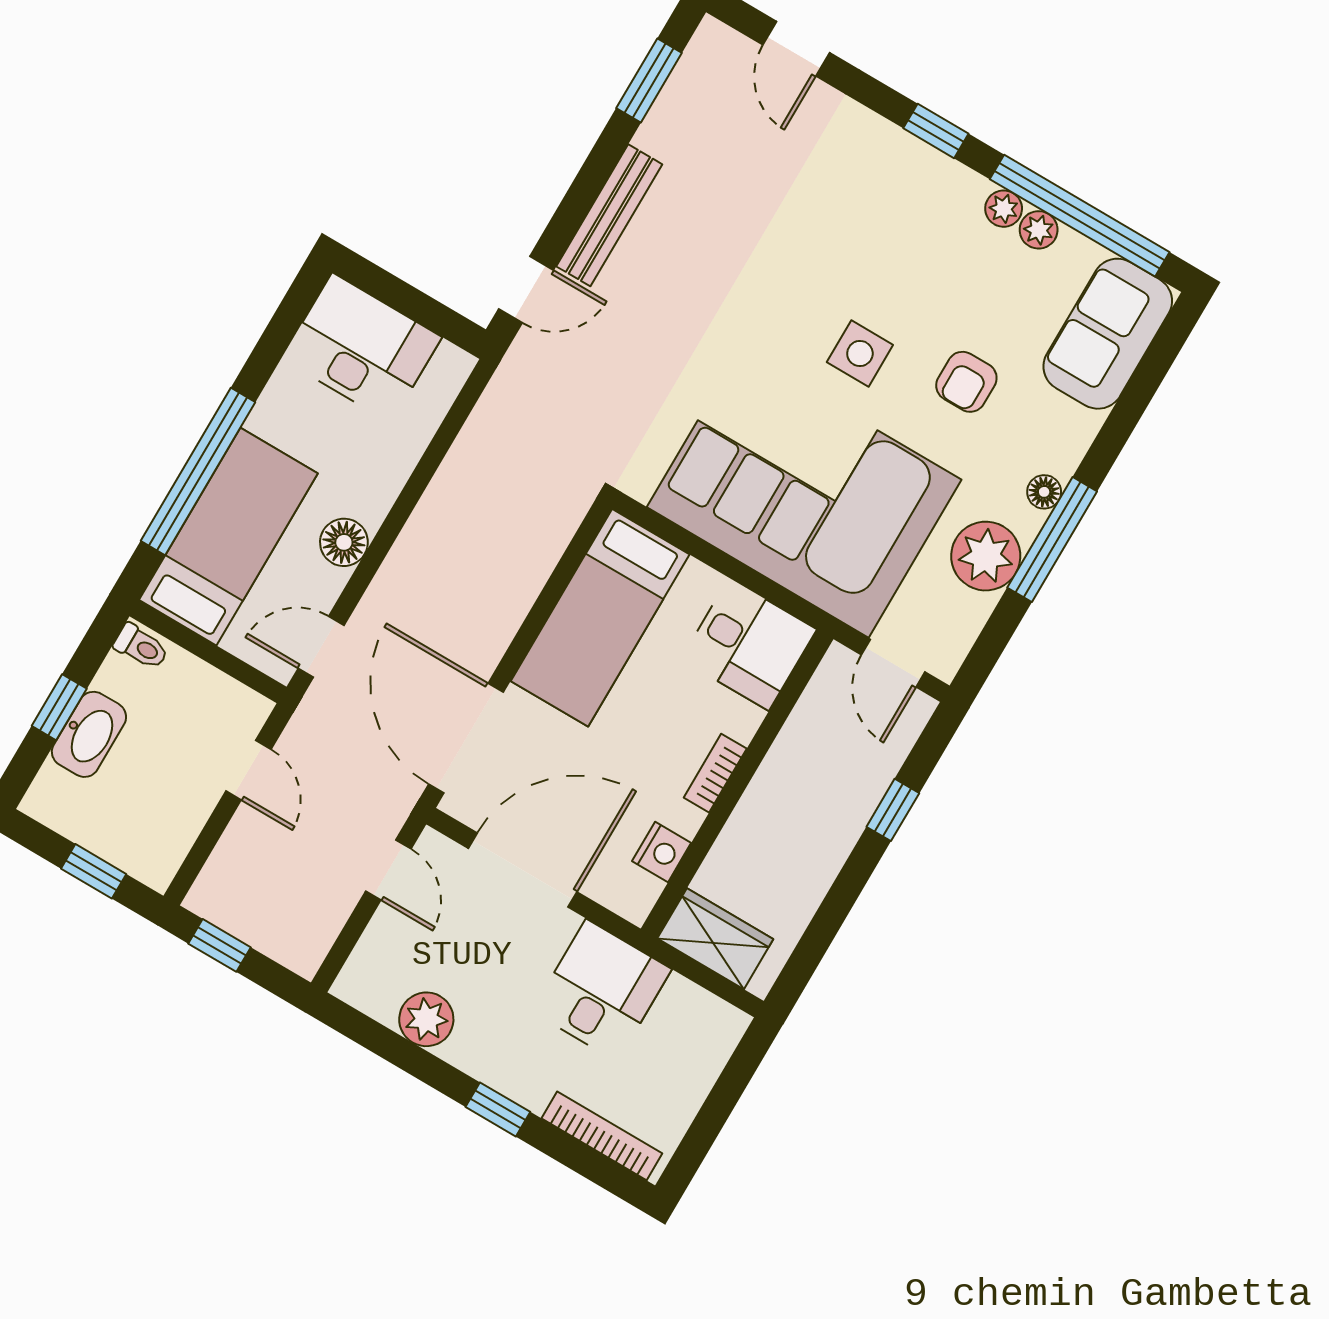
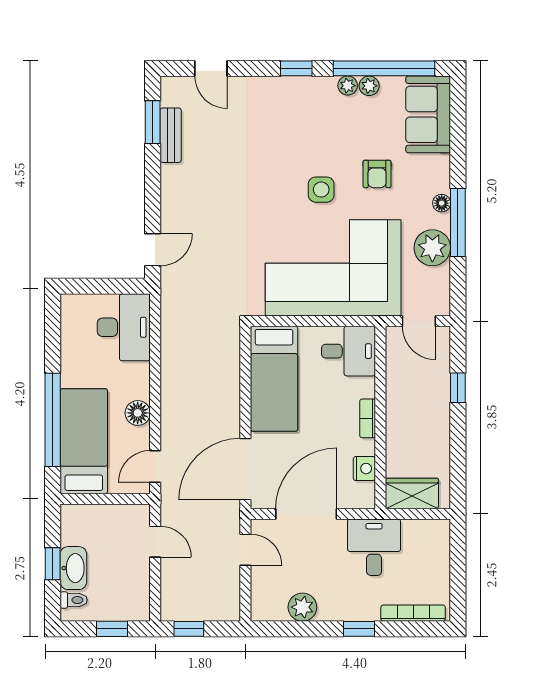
bench: (609, 215) -> (171, 135), moved, width x0.73
desk: (362, 348) -> (124, 327), moved, turned 90
toilet: (141, 647) -> (74, 600), moved
door: (466, 738) -> (245, 469), hinge flipped

